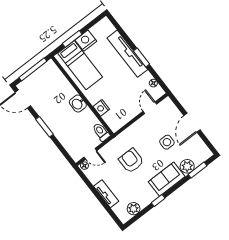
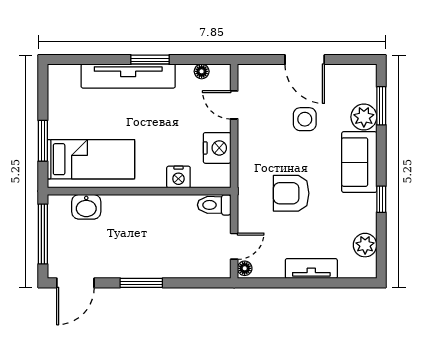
nightstand: (86, 41) -> (217, 148), moved, turned 180
washbasin: (78, 104) -> (86, 207), moved

